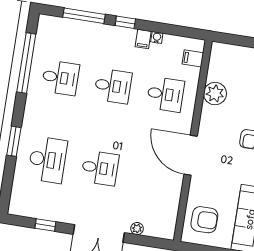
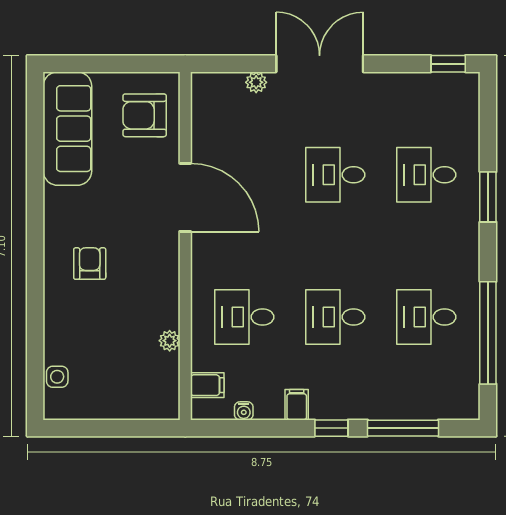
water cooler: (157, 38) -> (244, 411), moved
plant: (215, 94) -> (170, 341), width x0.53, depth x0.53
door: (191, 155) -> (185, 197), moved
desk: (47, 160) -> (426, 175), width x0.73
window: (45, 225) -> (448, 64), moved

